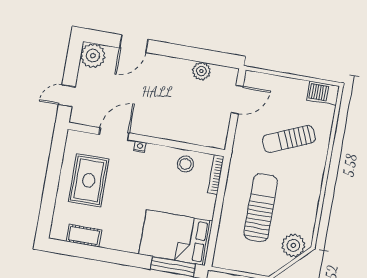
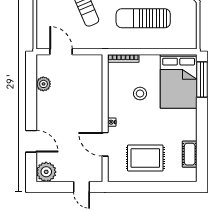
stool: (185, 164) -> (140, 94), moved

